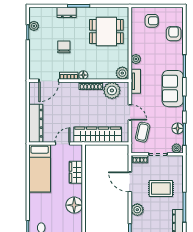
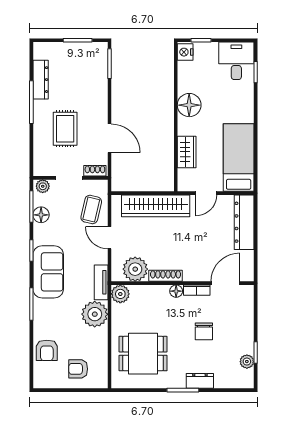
plant: (136, 59) -> (95, 314), width x1.87, depth x1.87
rug: (161, 188) -> (65, 129), turned 90
plant: (137, 210) -> (99, 98), removed

